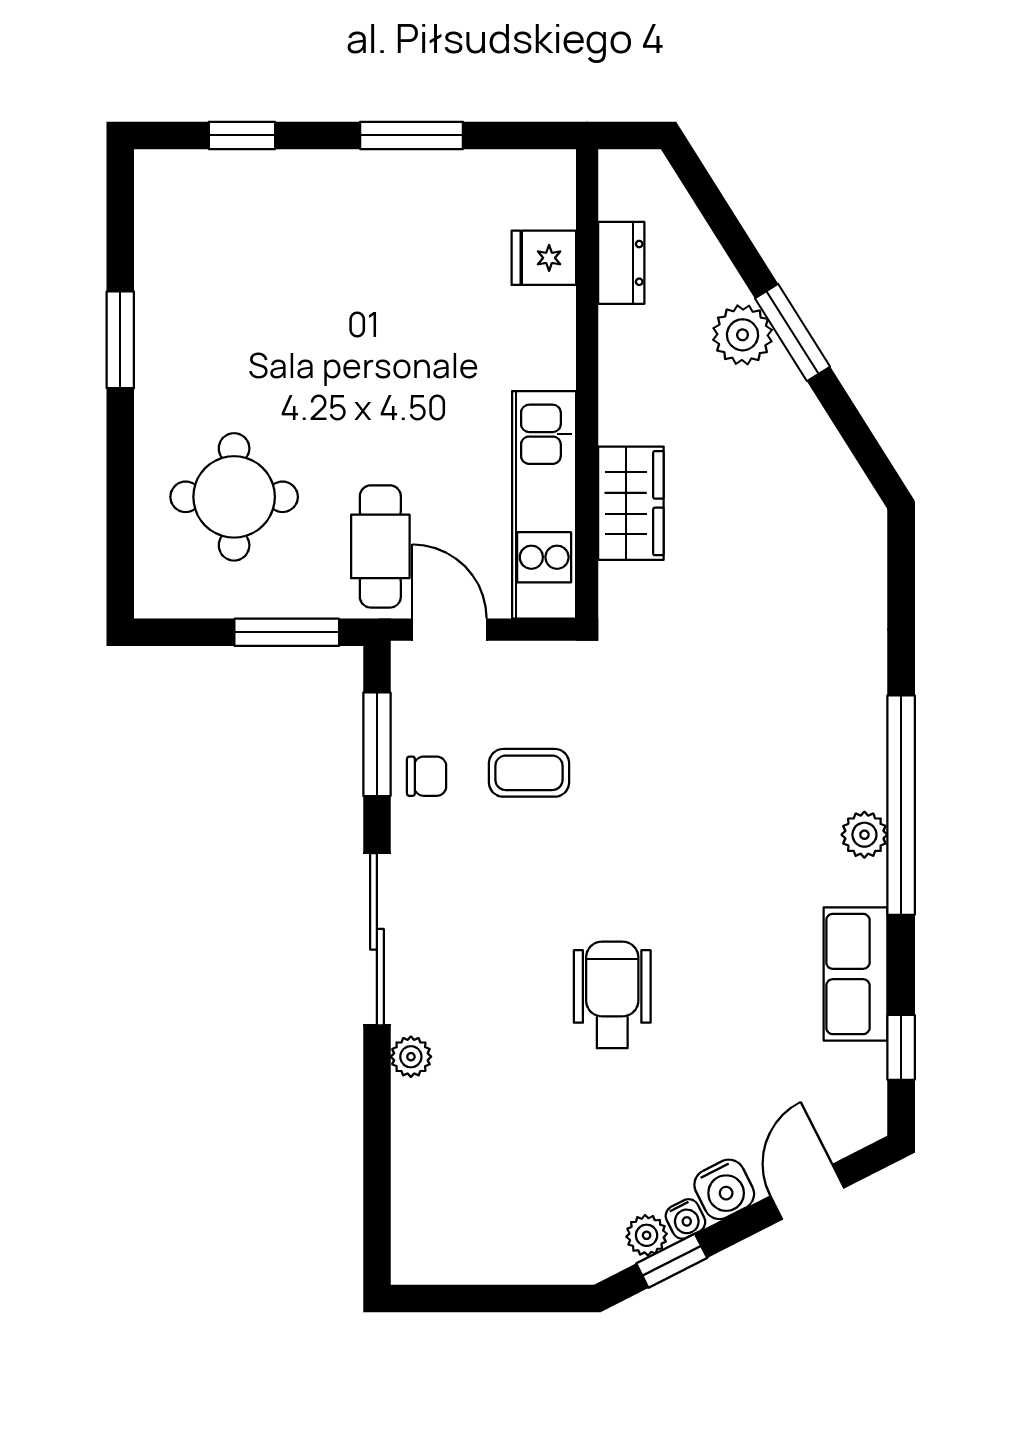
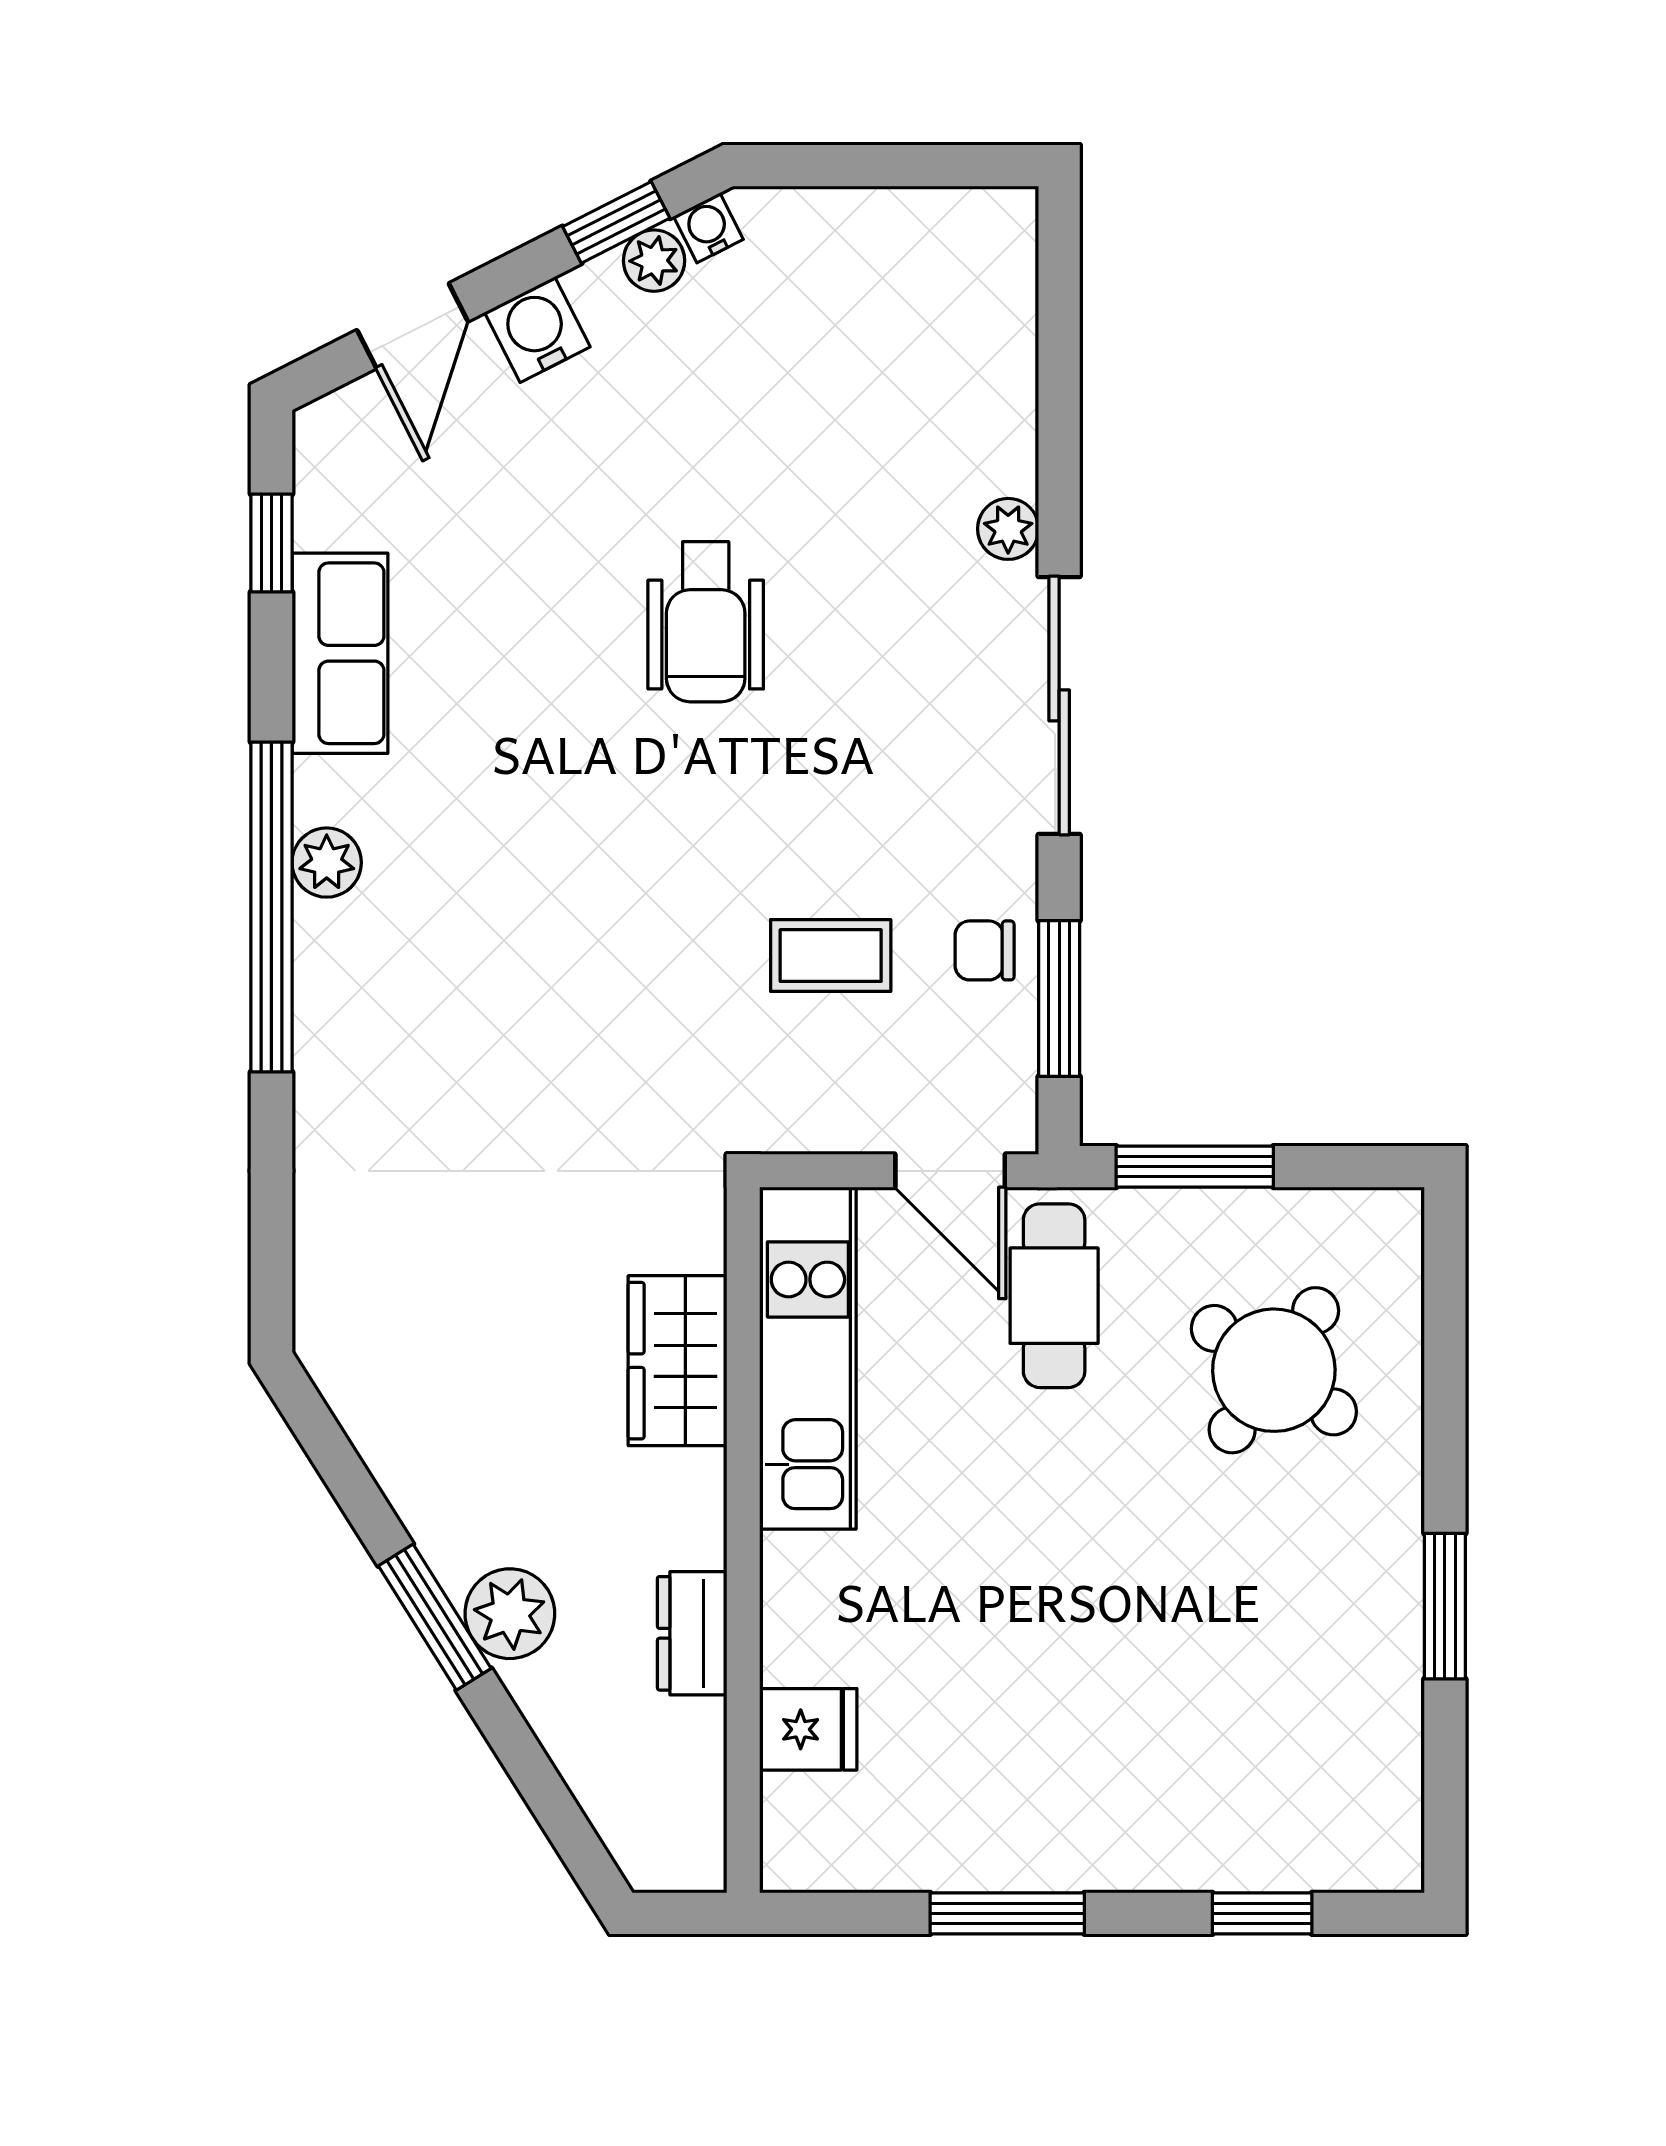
dresser: (621, 263) -> (692, 1633), moved
round table: (234, 497) -> (1274, 1370), turned 35
water cooler: (685, 1219) -> (708, 228), moved

